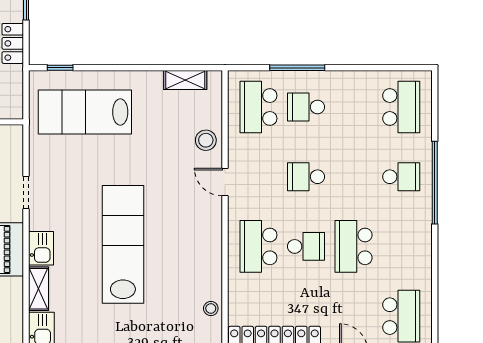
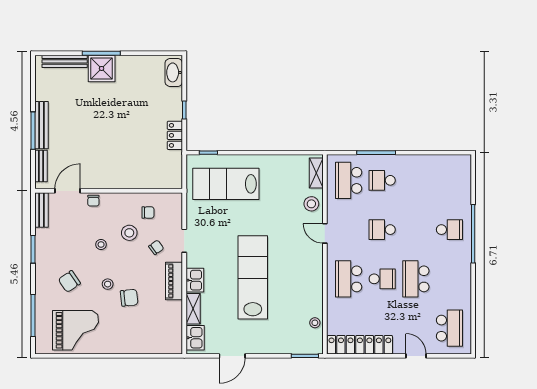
shelving: (185, 80) -> (316, 173), moved, turned 90
school desk: (401, 107) -> (449, 180), removed

